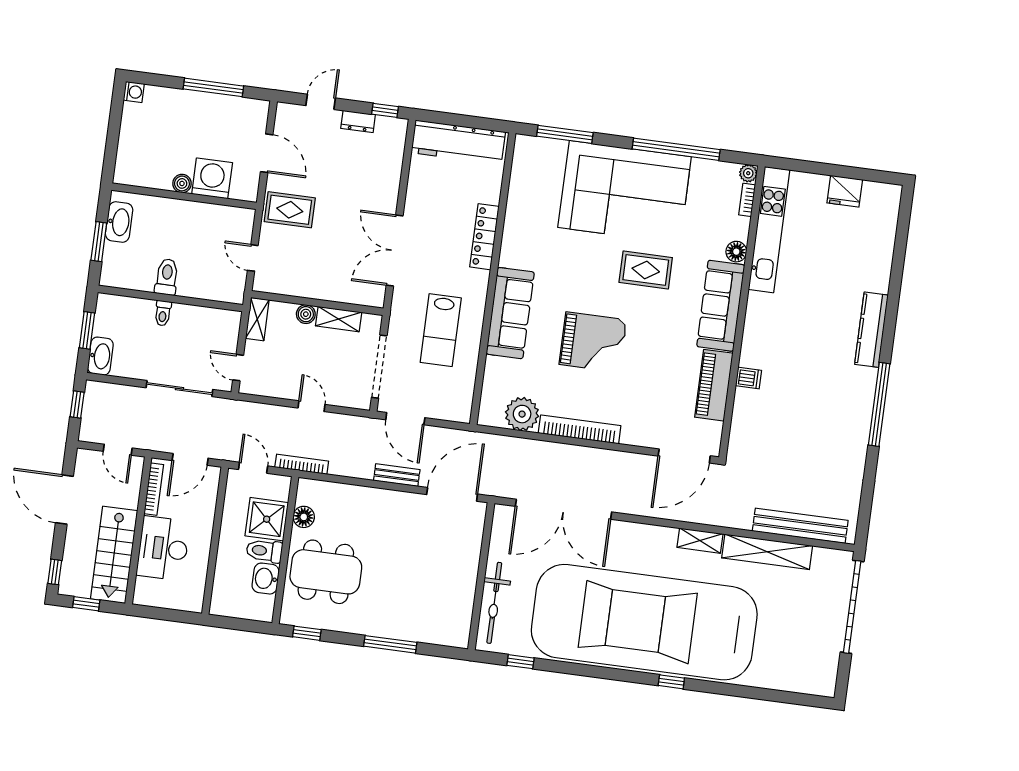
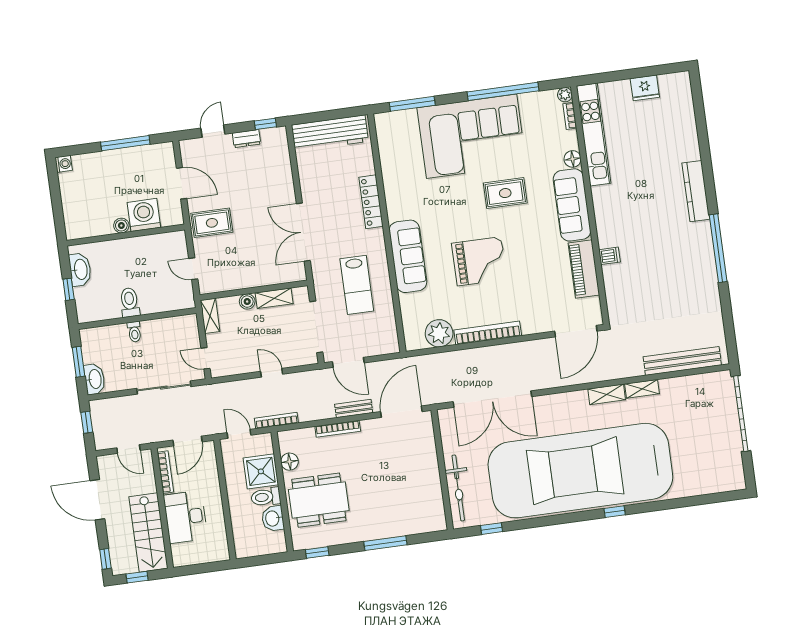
window: (99, 242) -> (69, 289), width x0.67
bookcase: (371, 494) -> (338, 429), added
shelving: (767, 552) -> (642, 389), width x0.45, depth x0.75

